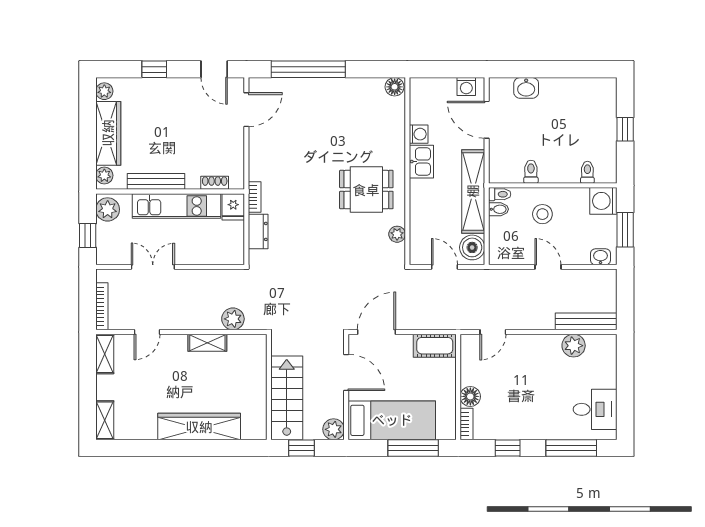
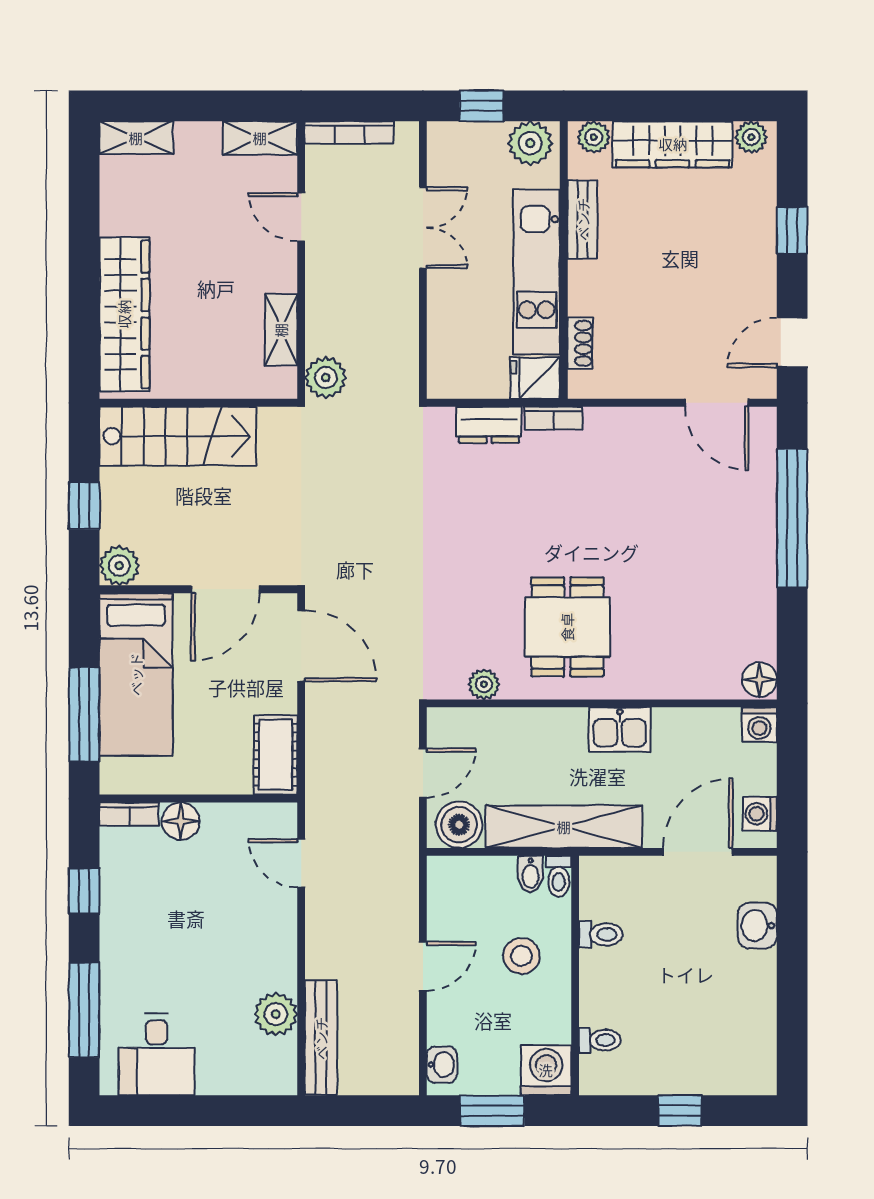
washing machine: (419, 134) -> (759, 725), moved
bench: (156, 181) -> (583, 219), width x0.73
wall: (269, 387) -> (198, 403), moved
stairs: (287, 398) -> (178, 436), moved

